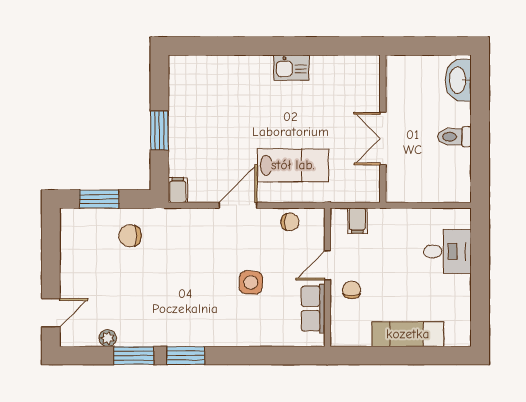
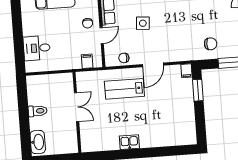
window: (159, 130) -> (198, 90), moved

